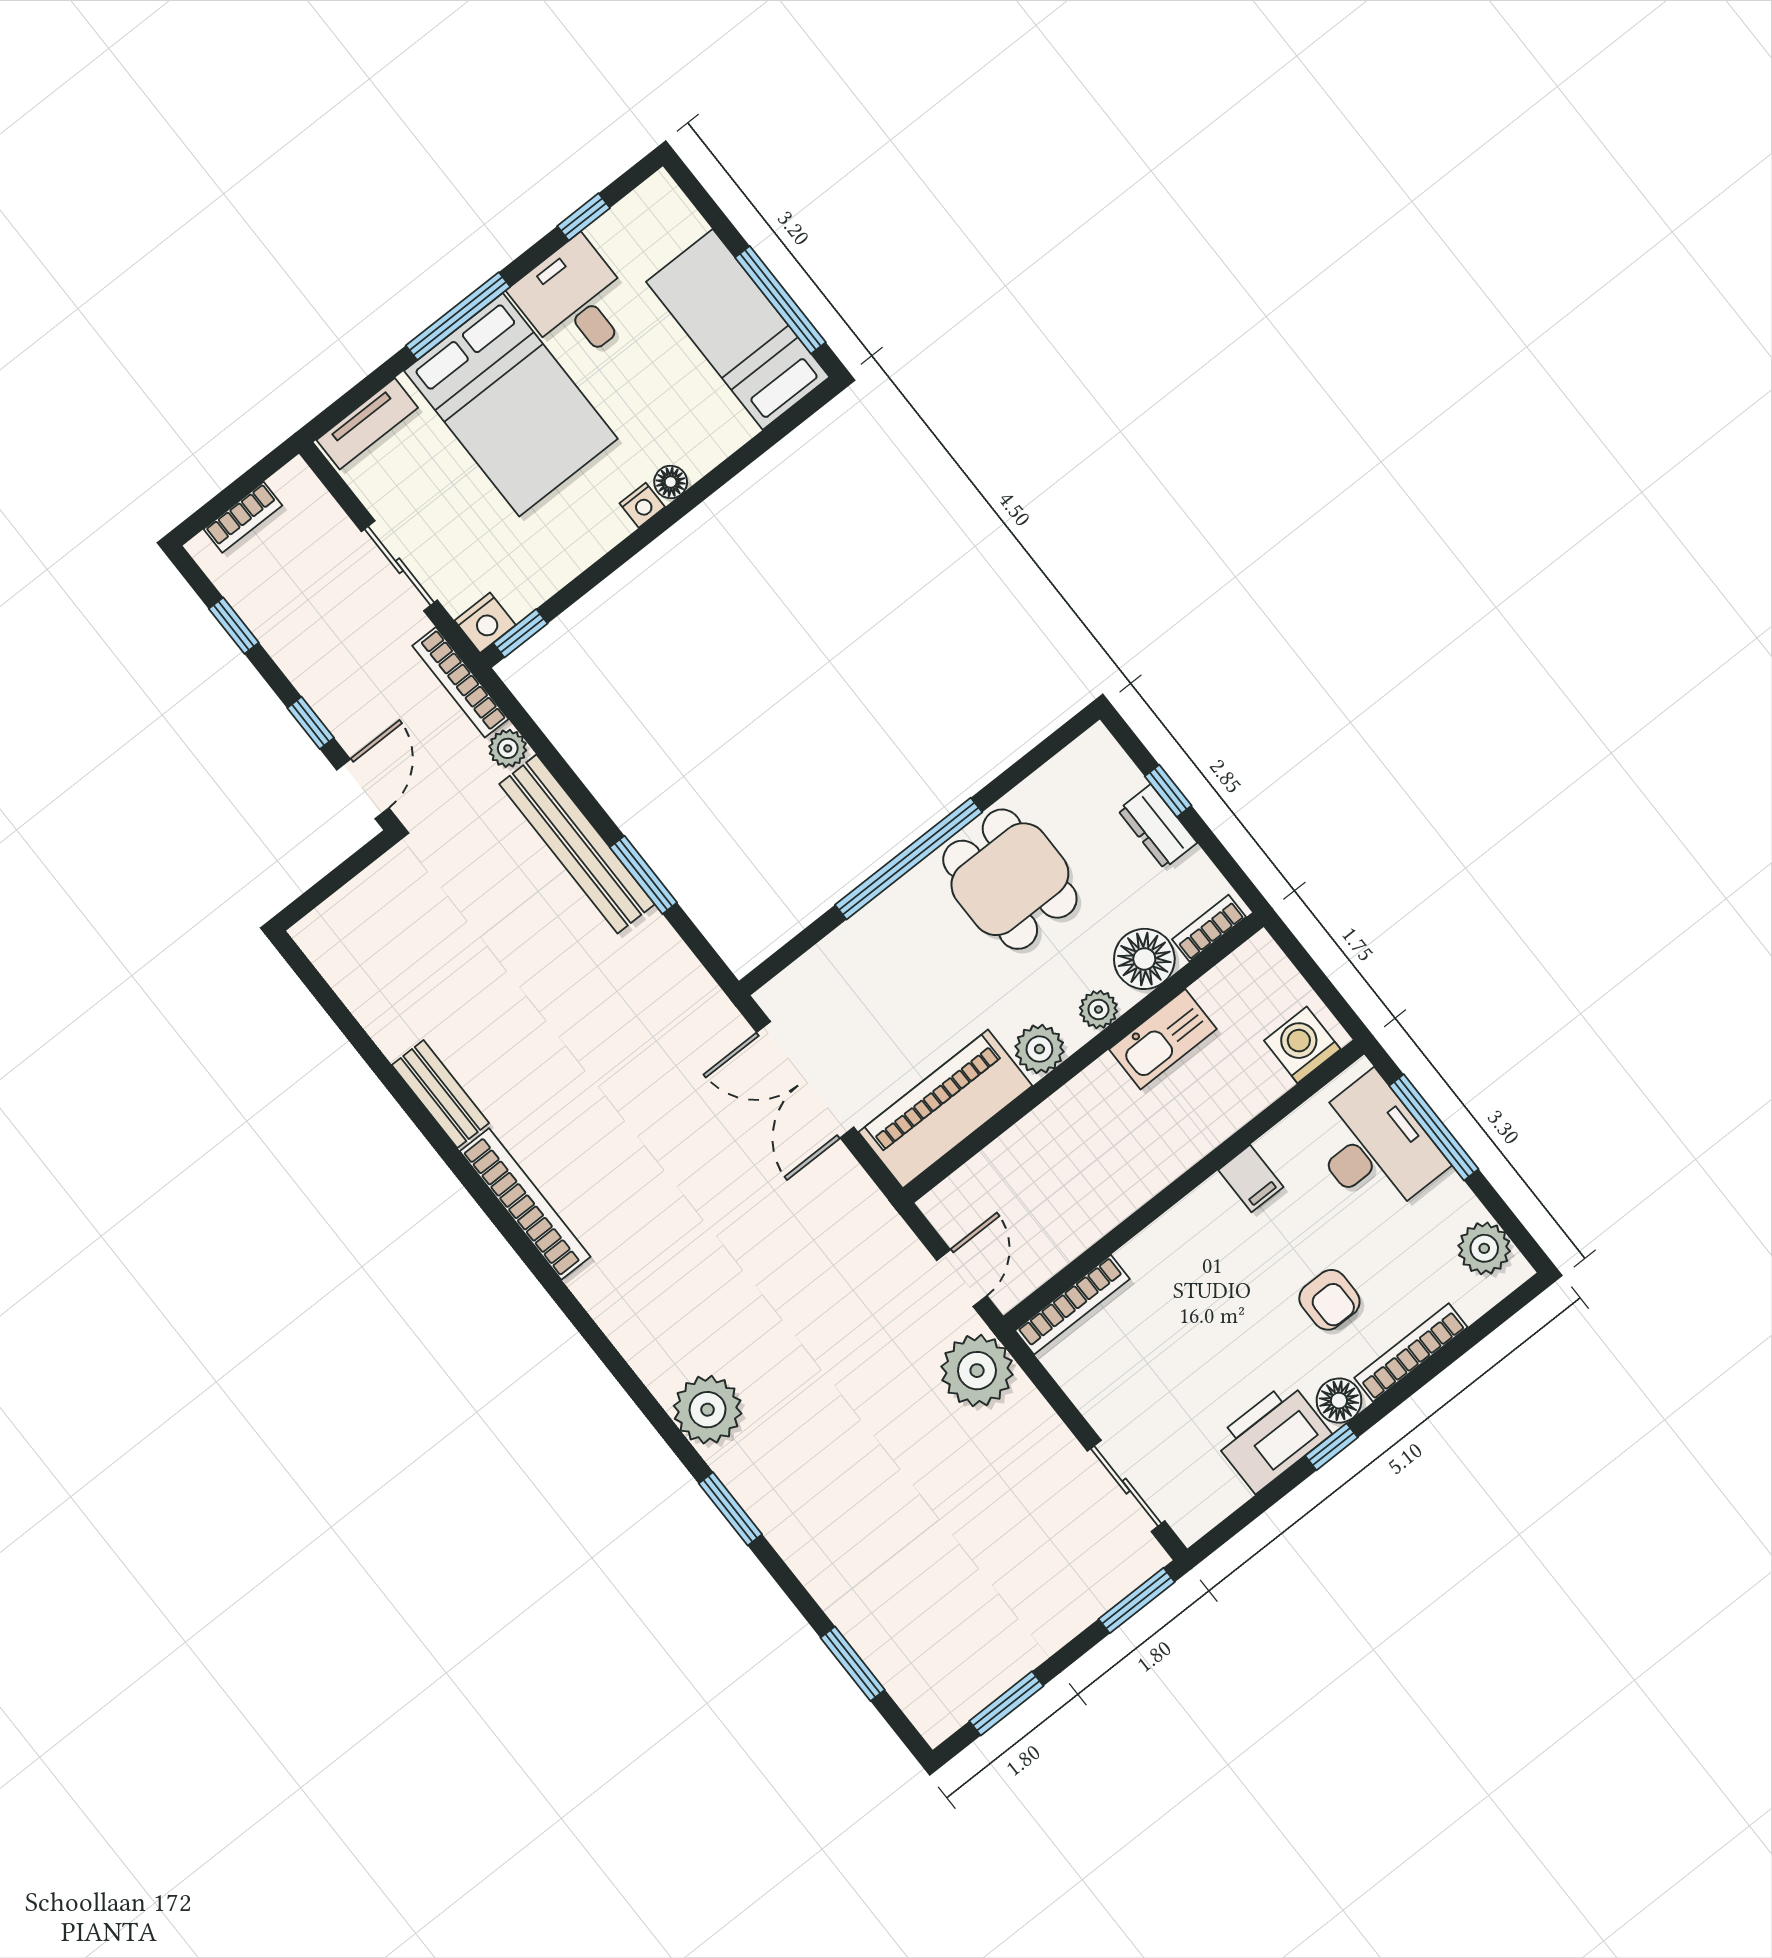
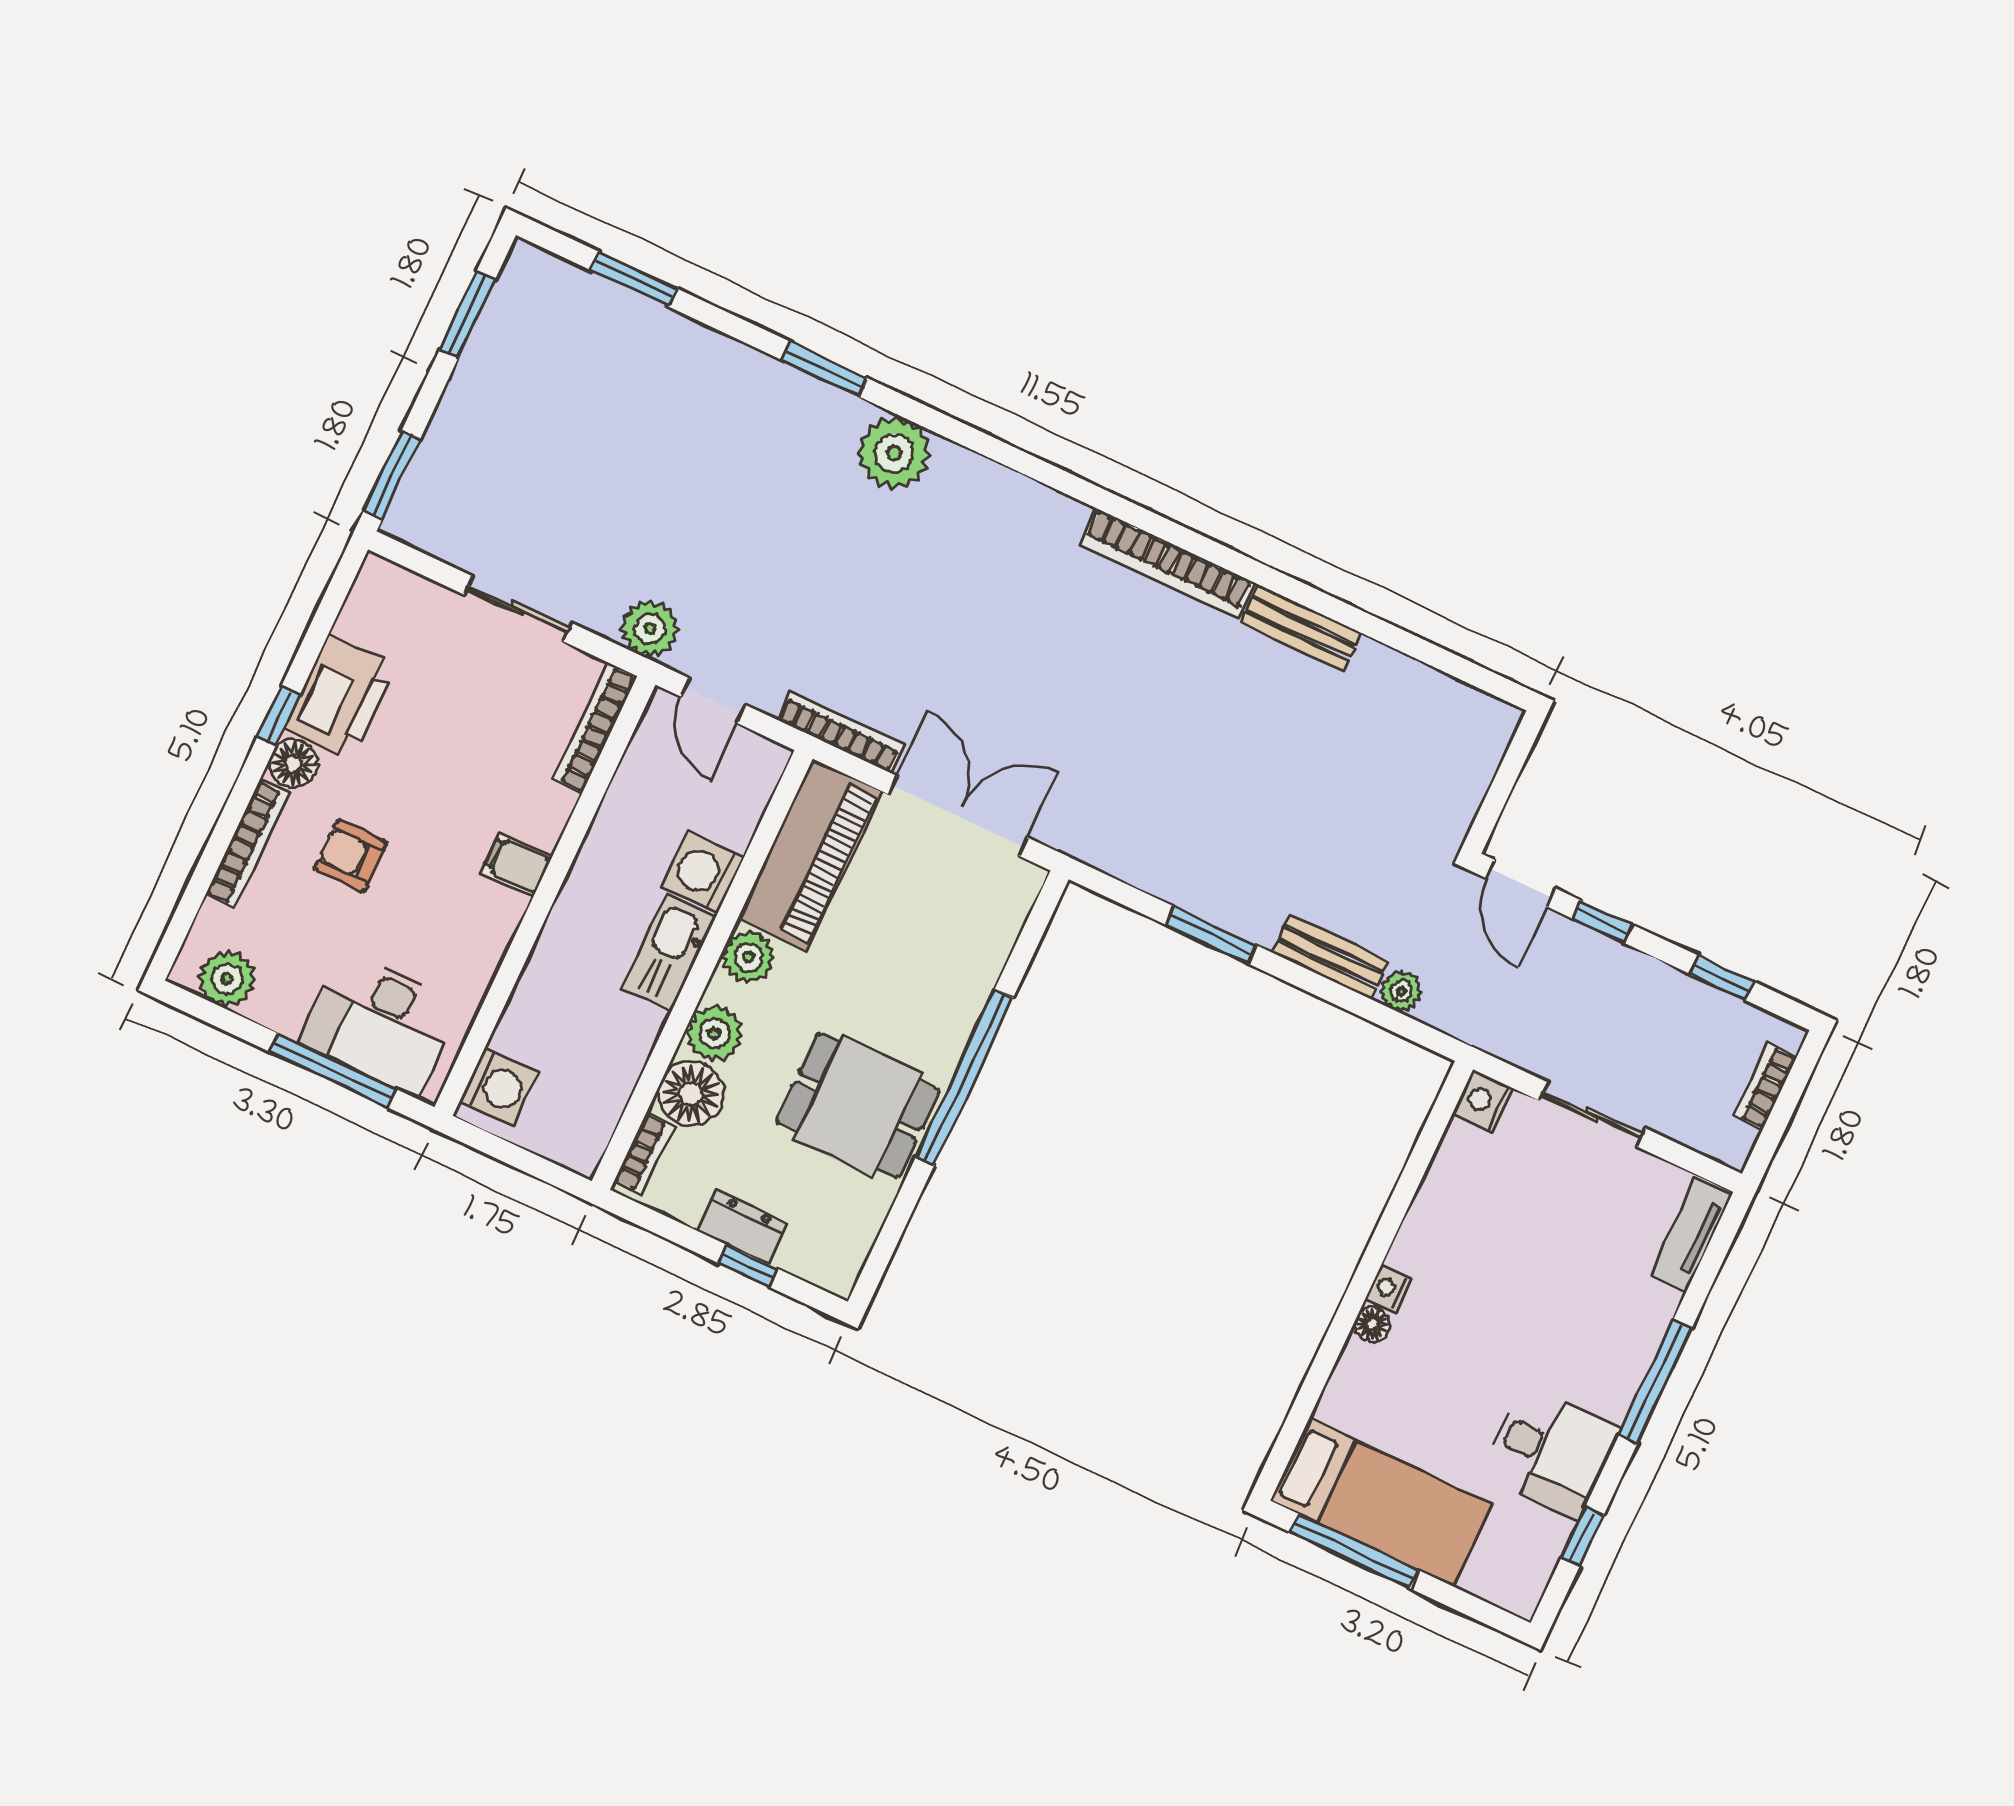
bed: (511, 405) -> (1562, 1322), removed
window: (520, 633) -> (1444, 1108), removed
bookcase: (460, 682) -> (840, 732), moved
bench: (577, 844) -> (1330, 957), width x0.54, depth x0.82
plant: (1098, 1009) -> (714, 1033), width x1.38, depth x1.38
kitchen sink: (1163, 1039) -> (669, 953), moved
washing machine: (1042, 1139) -> (703, 872), added
filing cabinet: (1251, 1179) -> (517, 864), moved
plant: (977, 1371) -> (650, 629), width x0.73, depth x0.73
sliding door: (1126, 1486) -> (518, 609), moved

